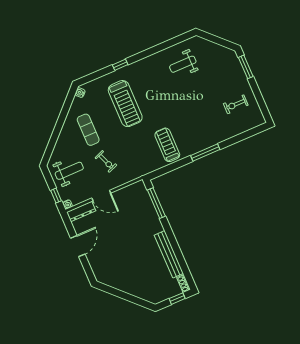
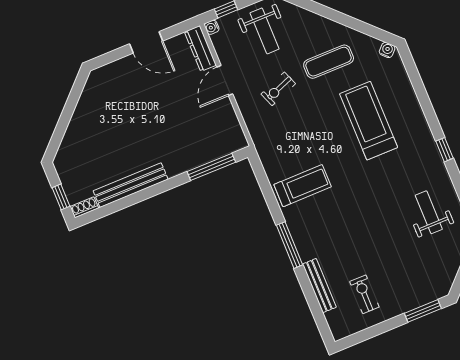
window: (120, 65) -> (445, 150), moved
treadmill: (125, 104) -> (369, 121), turned 90
bench: (231, 133) -> (319, 286), added

